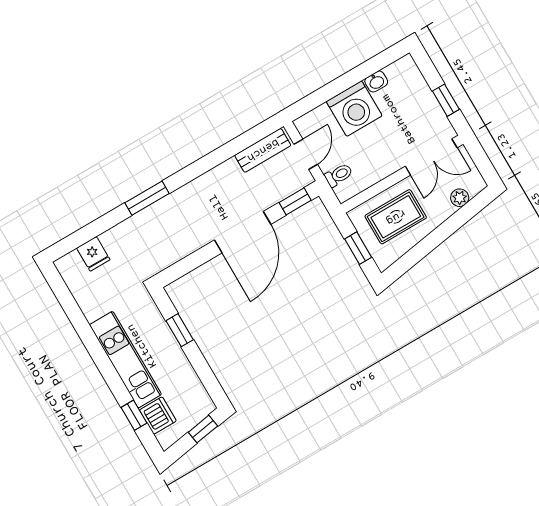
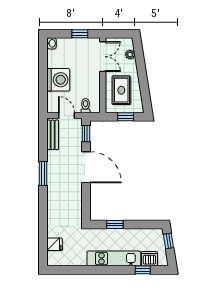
washbasin: (376, 82) -> (52, 43), moved
window: (147, 198) -> (43, 174), moved

